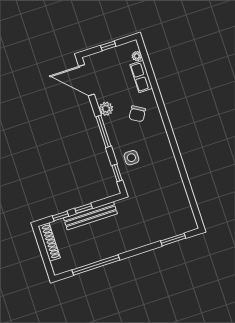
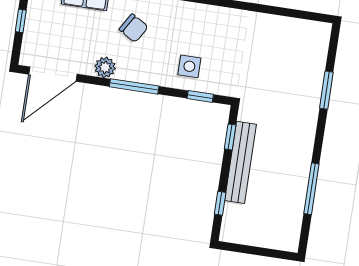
window: (84, 208) -> (230, 137), moved
window: (173, 240) -> (326, 90), moved
shoe rack: (49, 242) -> (248, 237), removed
window: (96, 265) -> (311, 189), width x0.68

